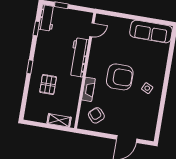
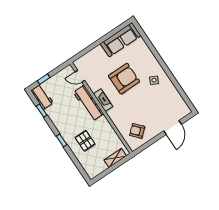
door: (92, 30) -> (80, 76), swing flipped
armchair: (120, 77) -> (124, 79), moved
fireplace: (88, 89) -> (103, 100), moved

